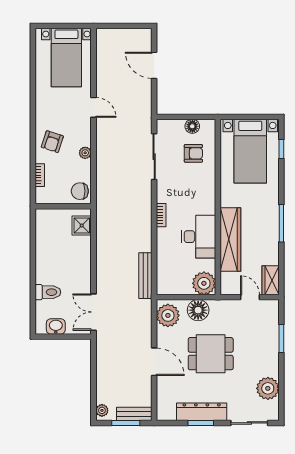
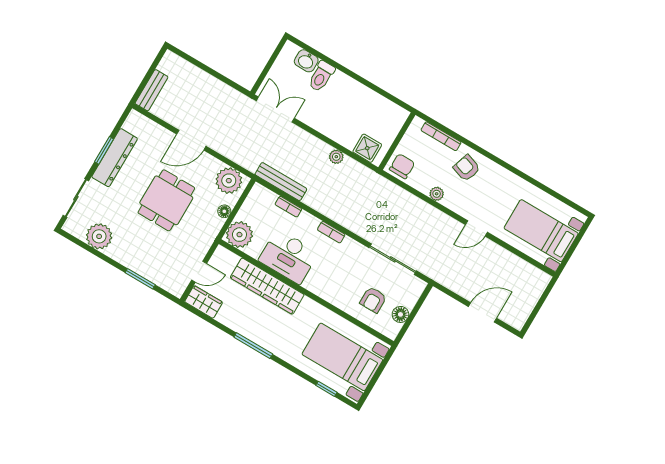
bookcase: (40, 175) -> (441, 136), width x1.56
bookcase: (161, 259) -> (288, 207), added
floor lamp: (198, 310) -> (224, 211), width x0.53, depth x0.53
washbasin: (56, 326) -> (306, 61), moved, turned 90
plant: (102, 410) -> (336, 157), moved
window: (126, 423) -> (148, 77), removed

